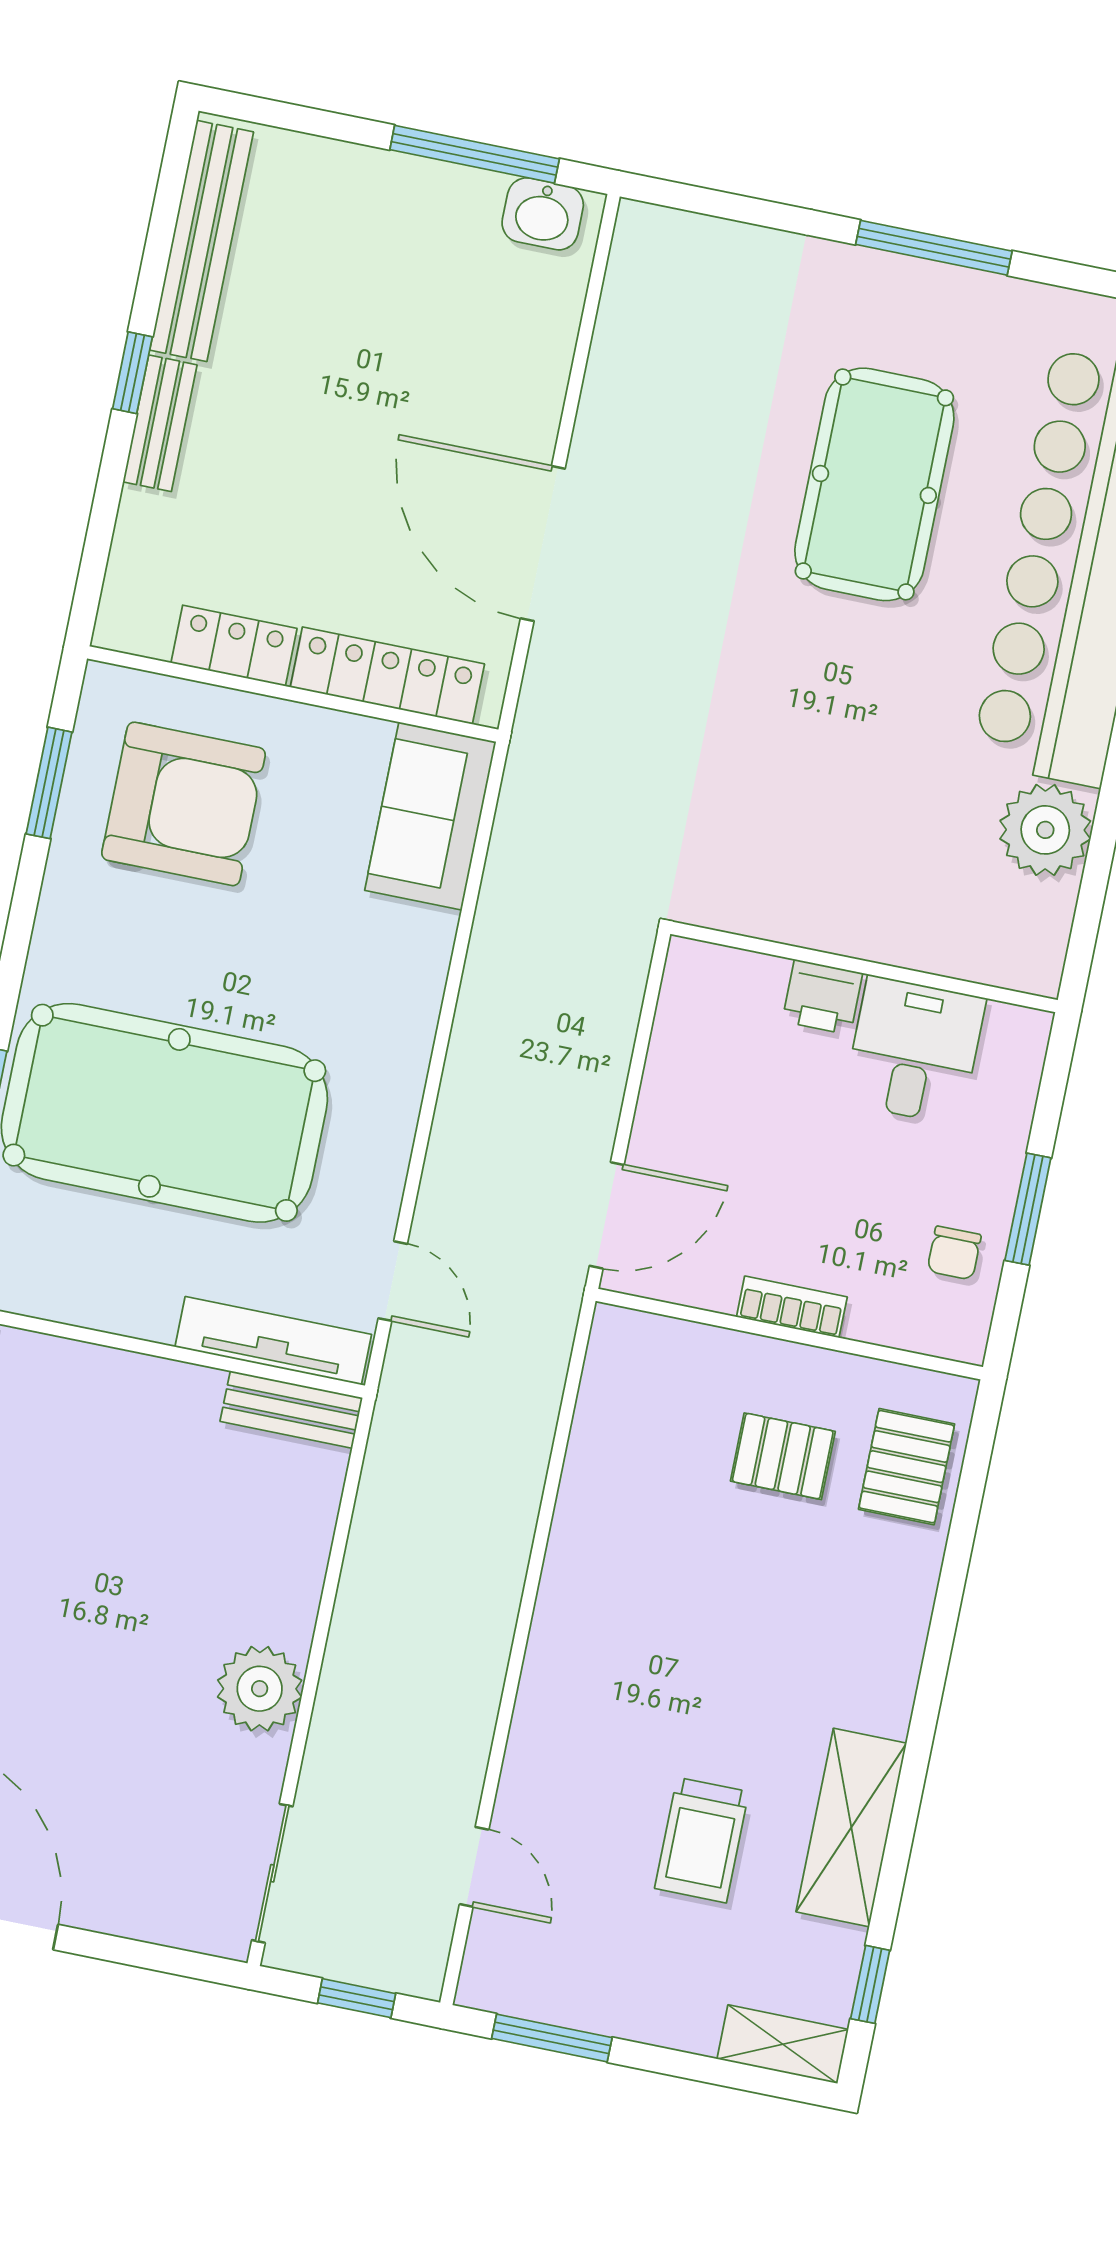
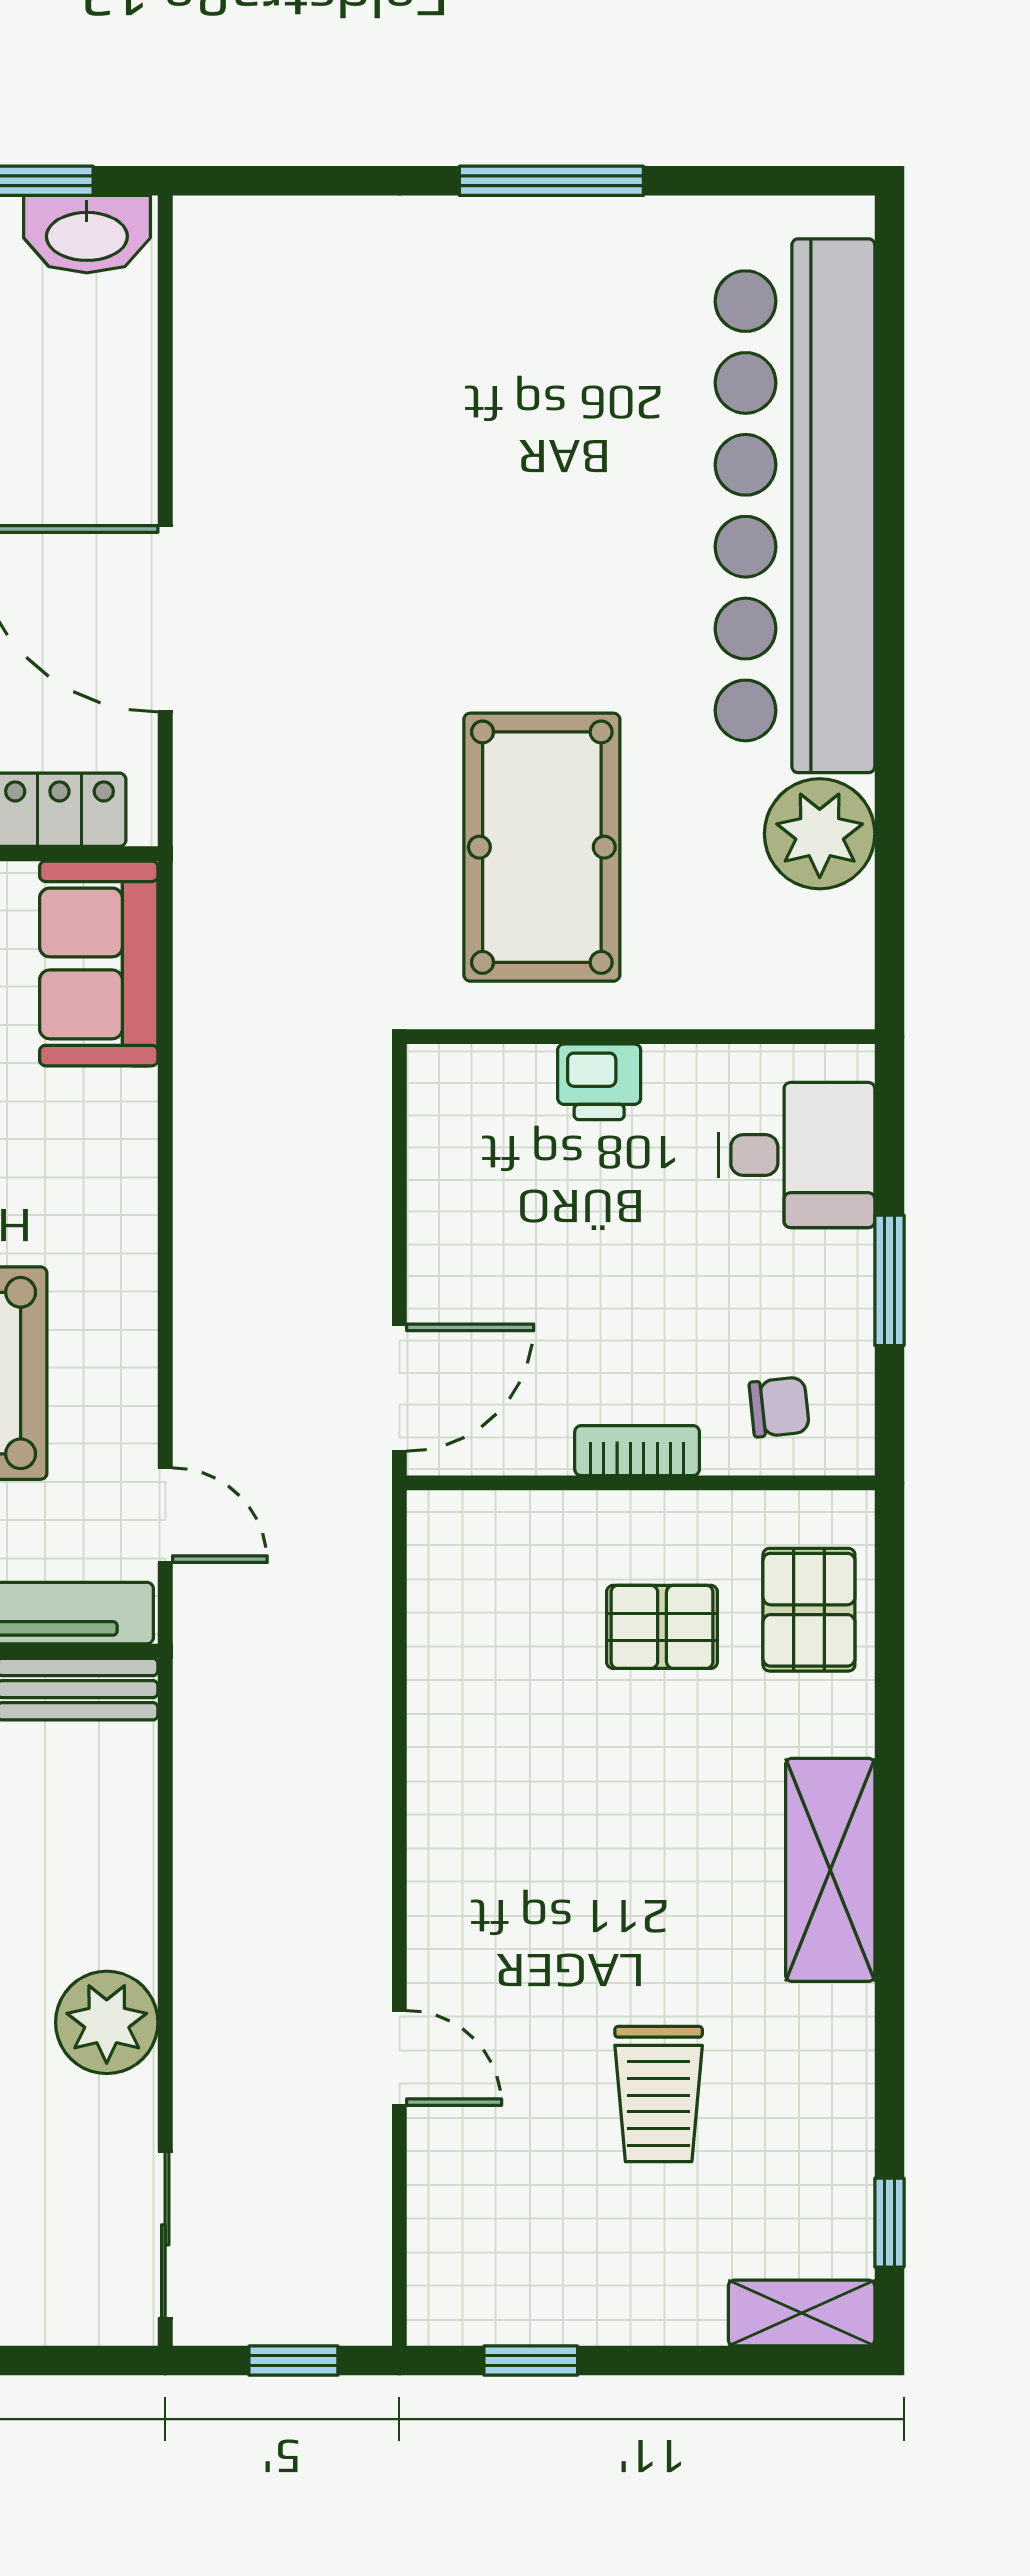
washbasin: (543, 214) -> (87, 234), width x1.38
pool table: (874, 484) -> (542, 847), moved
desk: (914, 1050) -> (797, 1155), moved, turned 90
chair: (954, 1253) -> (779, 1407), moved, turned -96
shelving: (851, 1827) -> (830, 1870), moved
door: (474, 1867) -> (399, 2058), moved
window: (552, 2038) -> (531, 2361), width x0.67

